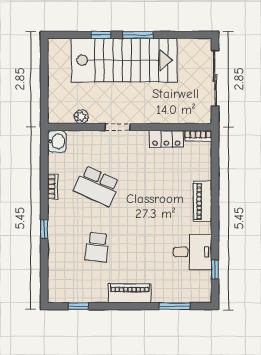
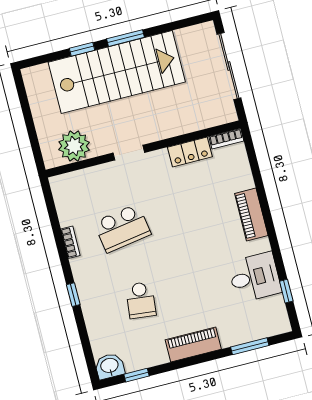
plant: (81, 117) -> (74, 146), width x1.88, depth x1.88
washbasin: (57, 141) -> (110, 366), moved, turned -90
school desk: (97, 186) -> (122, 228), turned -33

